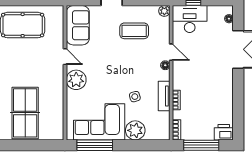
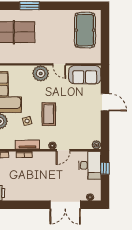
coffee table: (134, 31) -> (49, 114), moved
door: (65, 57) -> (59, 64), hinge flipped

